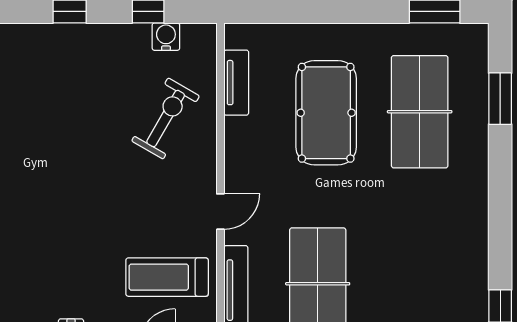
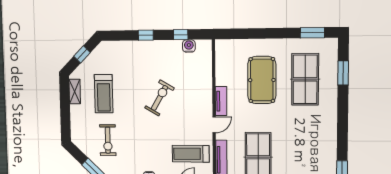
tv unit: (236, 83) -> (221, 101), moved
exercise bike: (166, 118) -> (159, 98), moved

